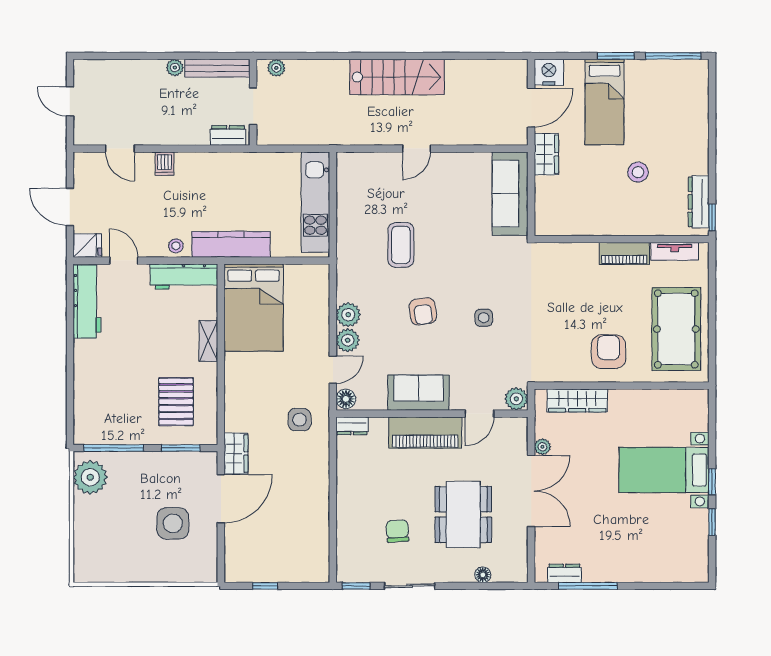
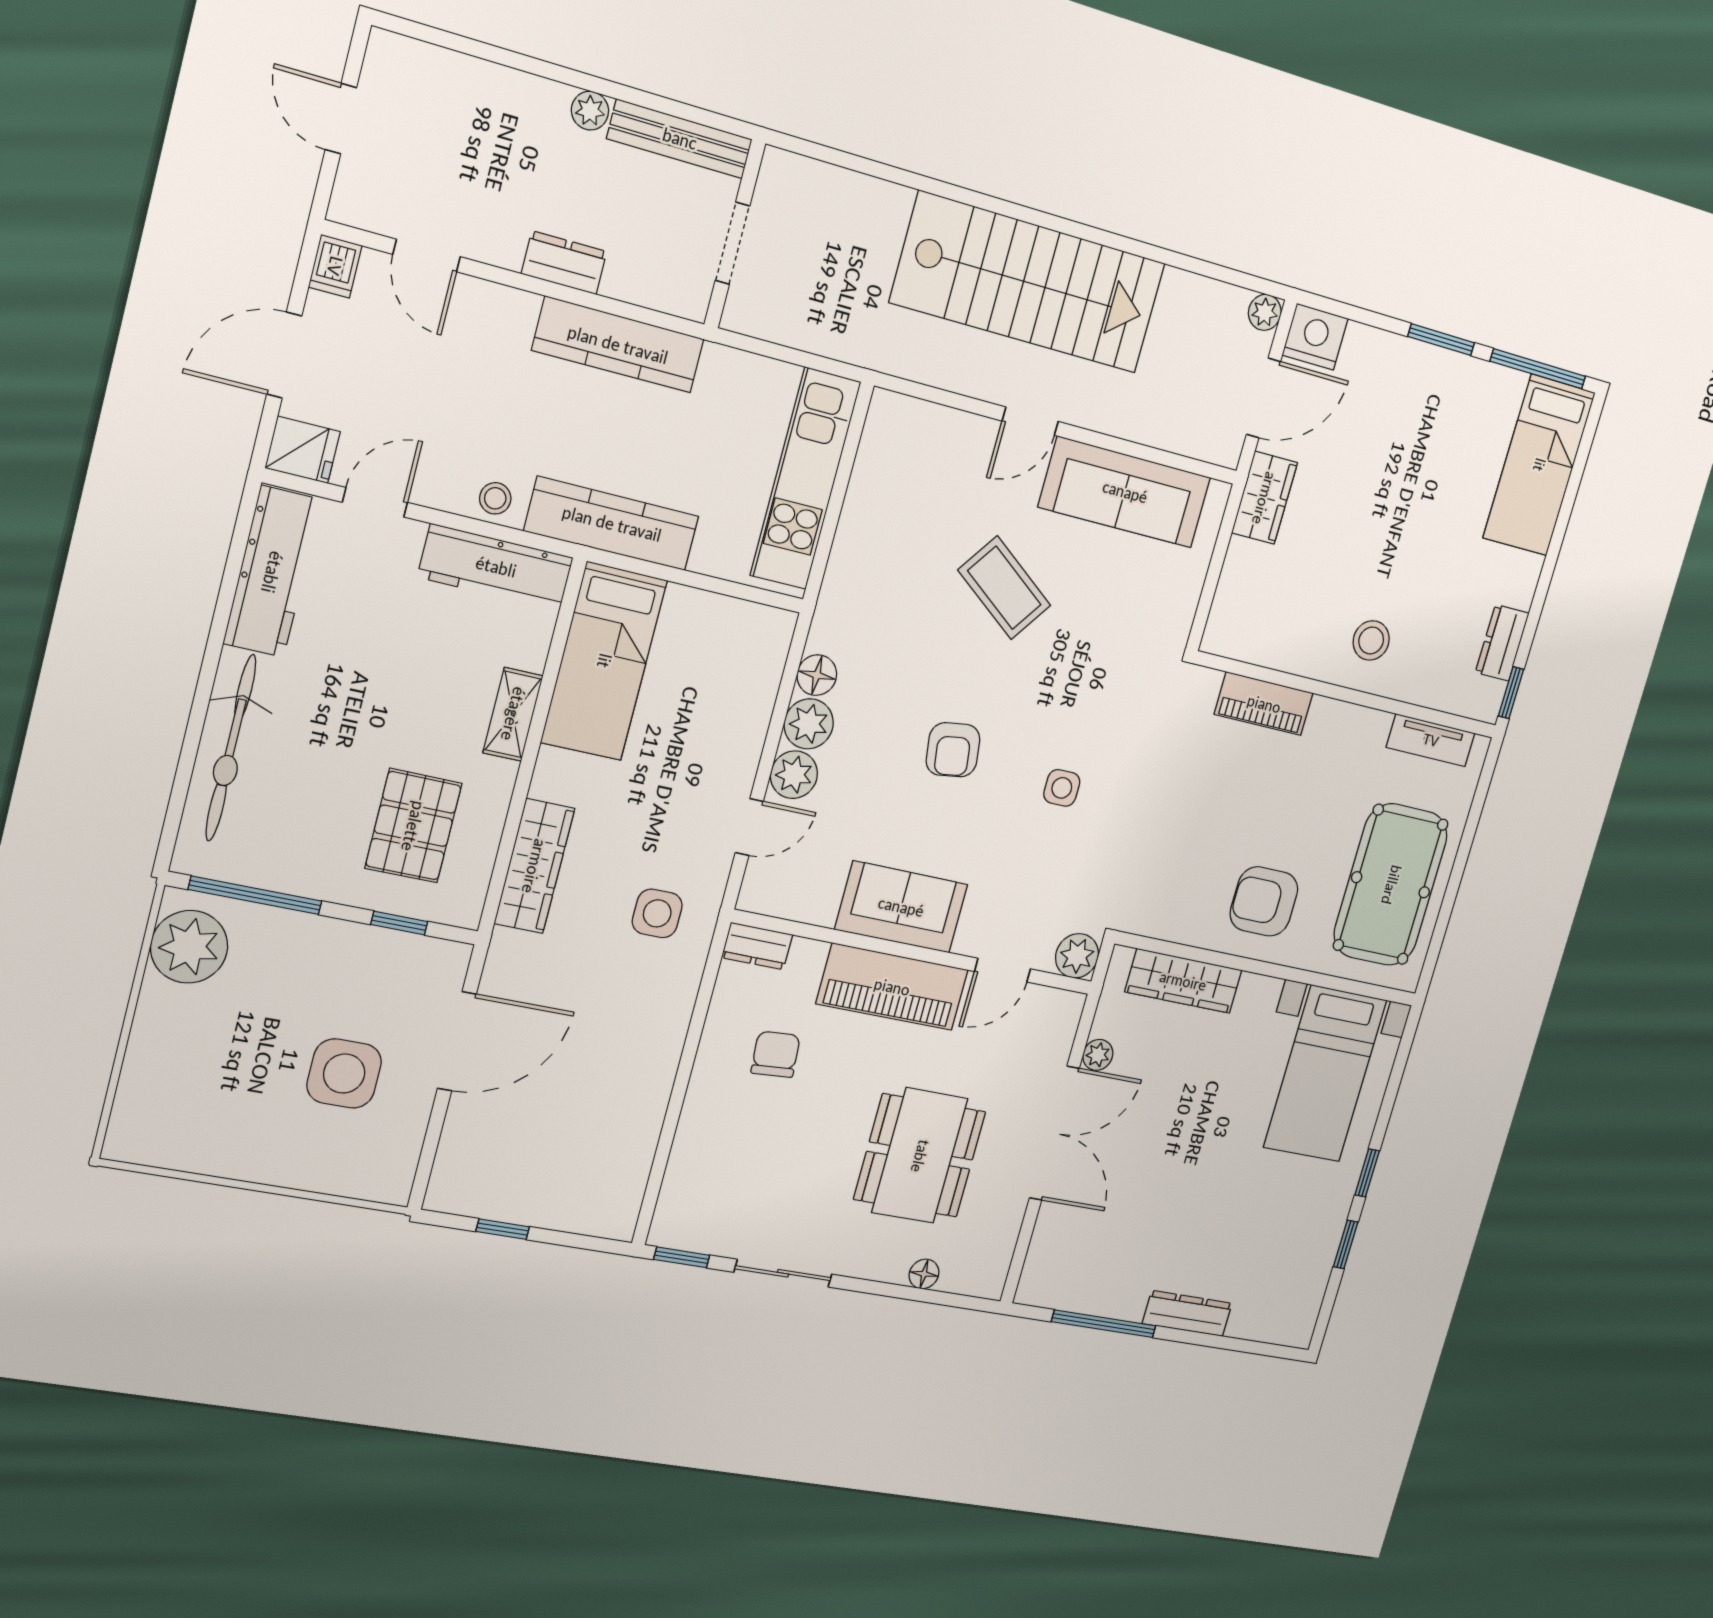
plant: (276, 68) -> (1265, 312), moved
stairs: (397, 77) -> (1029, 283), width x1.36, depth x1.51
bed: (604, 102) -> (1539, 465), moved
dresser: (228, 135) -> (564, 263), moved
dishwasher: (164, 164) -> (335, 266), moved
kitchen counter: (213, 164) -> (618, 345), added
stool: (638, 172) -> (1371, 640), moved
sofa: (510, 194) -> (1125, 492), moved, turned -90
dresser: (699, 202) -> (1502, 643), width x0.70
door: (70, 207) -> (284, 355), hinge flipped
coffee table: (401, 245) -> (1004, 588), moved, turned -54
piano: (624, 253) -> (1264, 704), moved
door: (124, 261) -> (375, 502), hinge flipped
bed: (254, 308) -> (604, 661), width x0.67
armchair: (609, 352) -> (1264, 901), turned -90
bicycle: (87, 384) -> (231, 748), added
floor lamp: (346, 399) -> (817, 675), moved
window: (181, 448) -> (399, 923), width x0.67
wardrobe: (236, 453) -> (534, 866), moved, width x1.50
bed with nightstands: (664, 470) -> (1325, 1074), moved, turned -90
chair: (397, 531) -> (776, 1054), moved
dresser: (564, 573) -> (1187, 1313), moved, width x1.44

